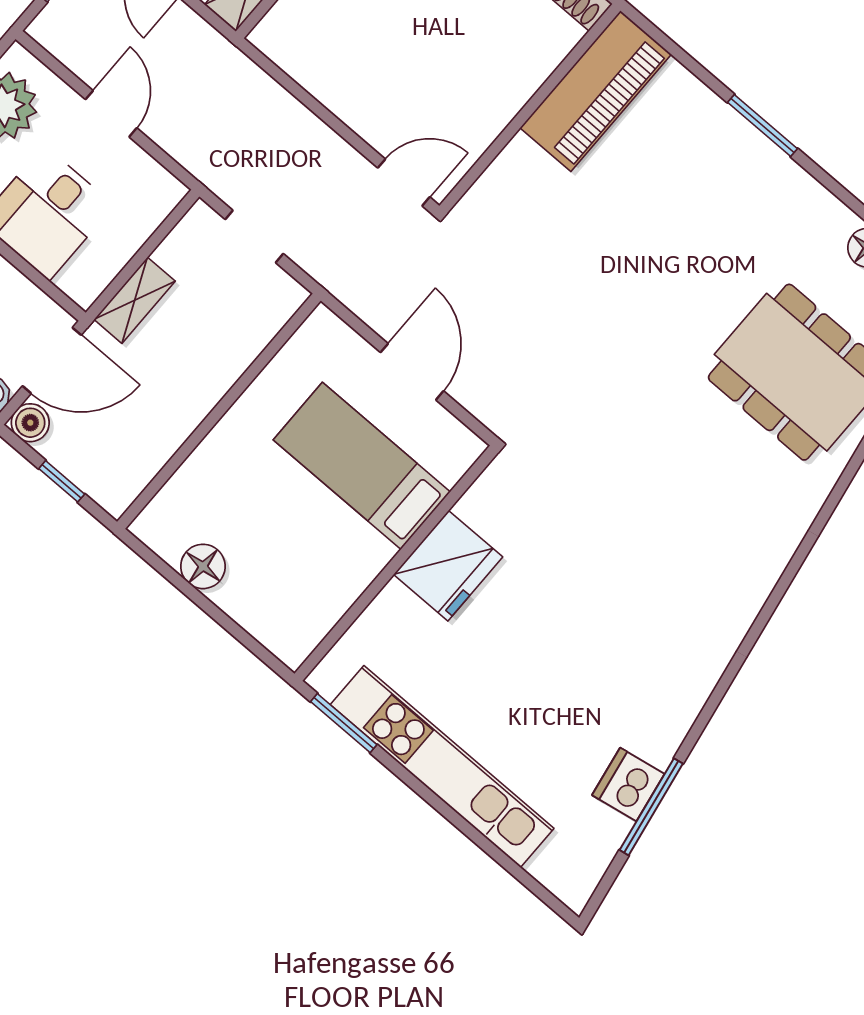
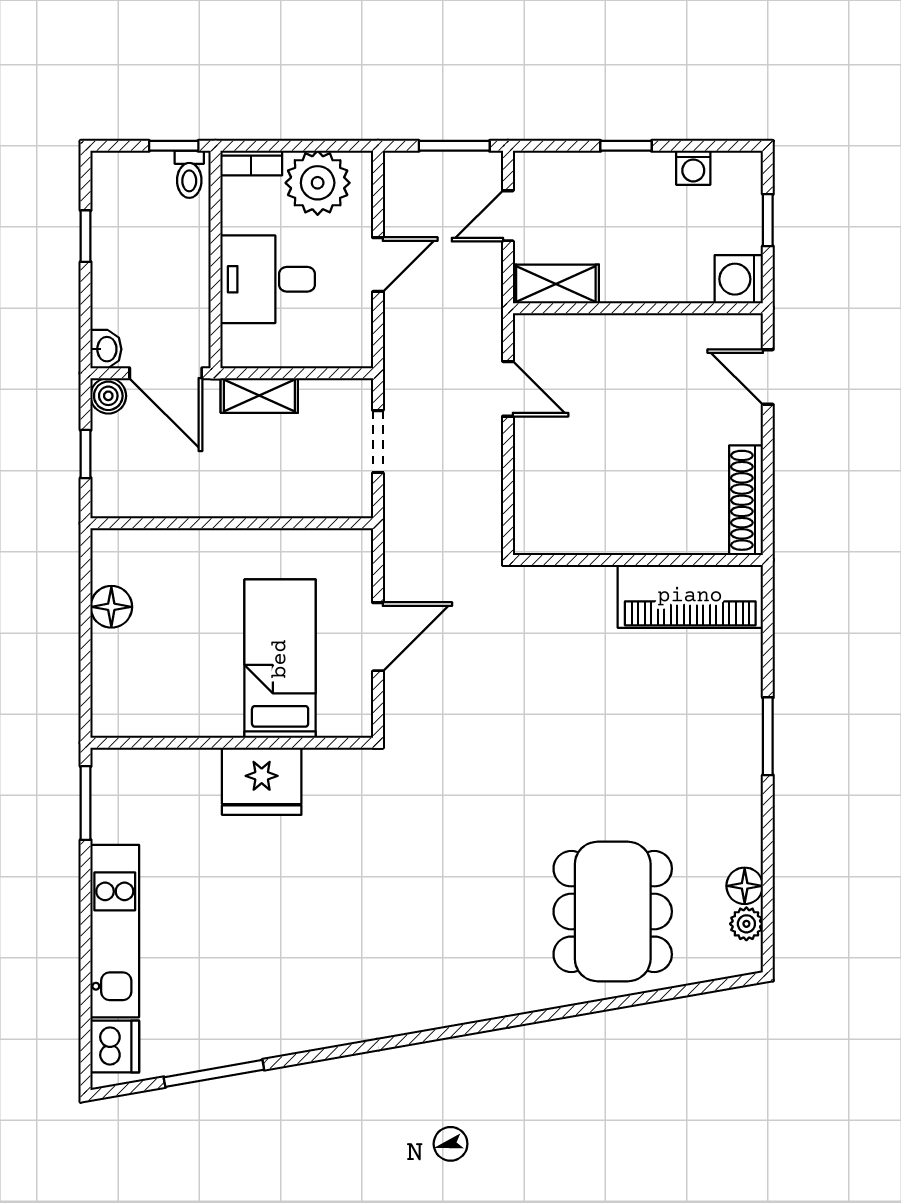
door: (404, 182) -> (508, 389), moved
kitchen unit: (442, 767) -> (115, 931), width x0.73
dishwasher: (628, 784) -> (115, 1047), moved, turned 100

